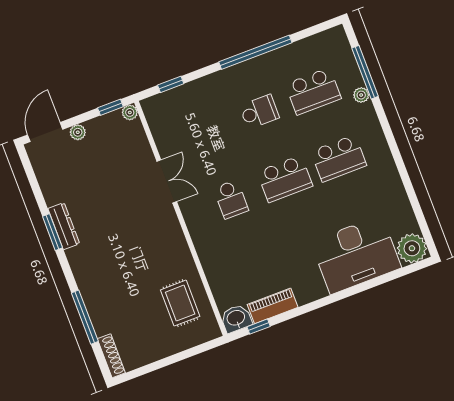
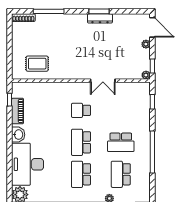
school desk: (259, 112) -> (121, 142), width x1.85
washbasin: (236, 318) -> (18, 135), moved

